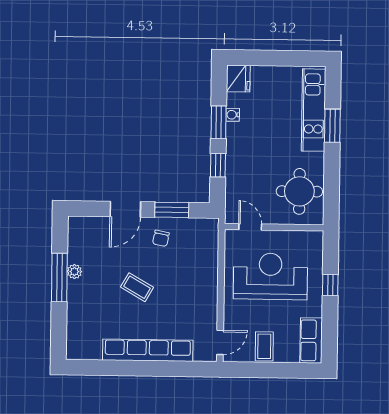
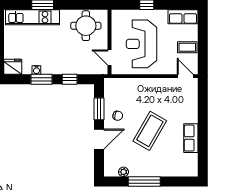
door: (125, 209) -> (99, 139), hinge flipped
door: (250, 227) -> (109, 58), hinge flipped
plant: (74, 272) -> (124, 172), moved
coffee table: (137, 287) -> (150, 131), width x1.86, depth x1.72
row of seats: (148, 350) -> (191, 138), width x0.50

